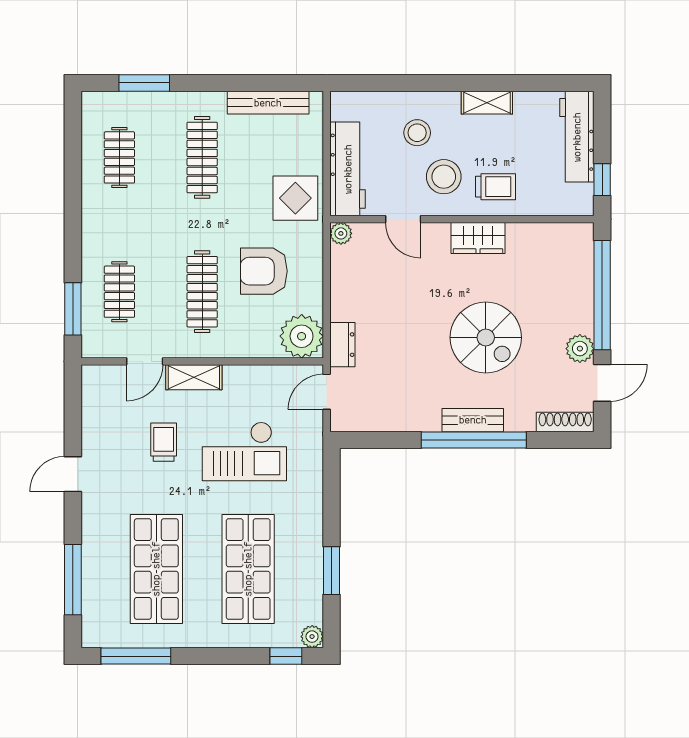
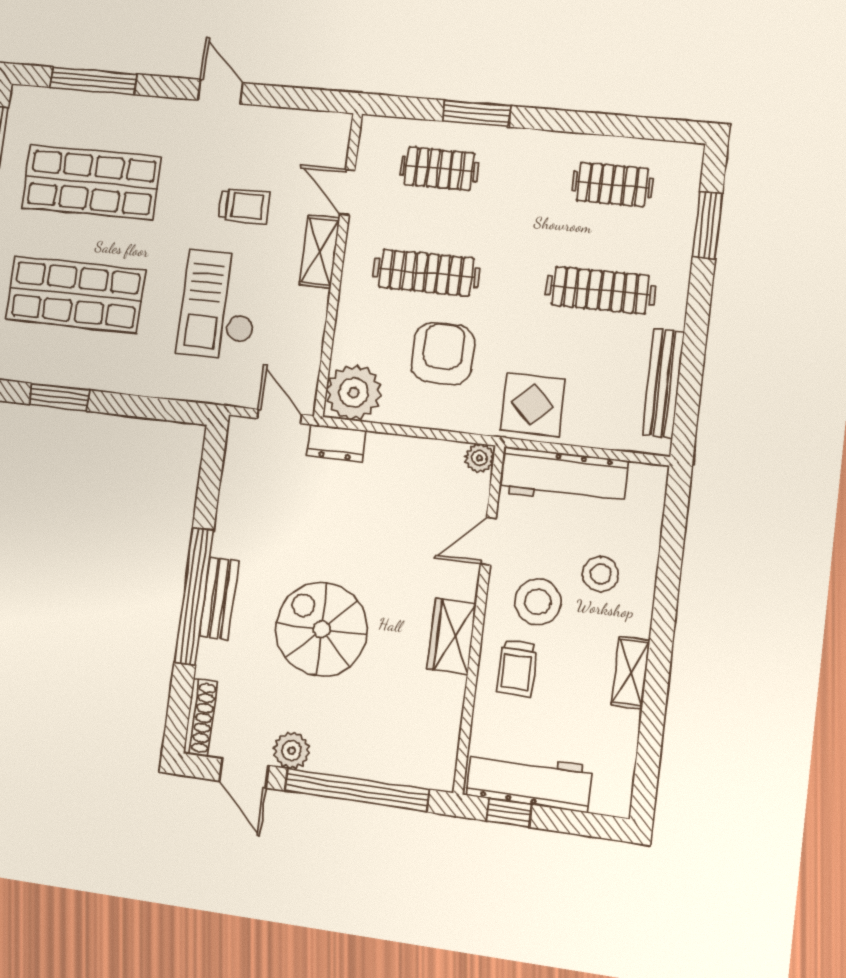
workbench: (577, 137) -> (529, 781), moved
window: (73, 309) -> (476, 113), moved
spiral stairs: (486, 338) -> (322, 629), turned 90

